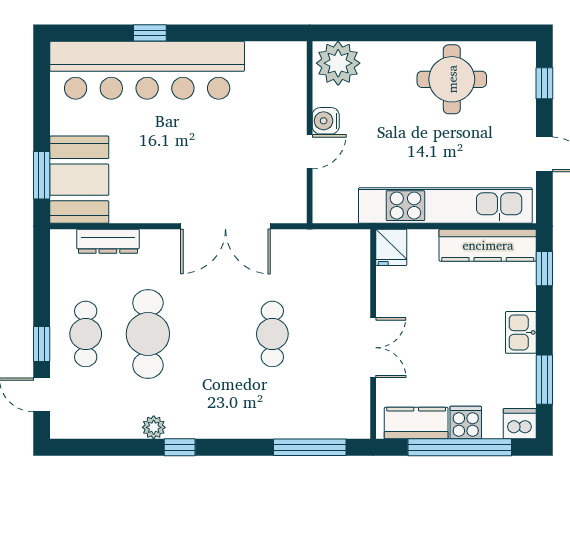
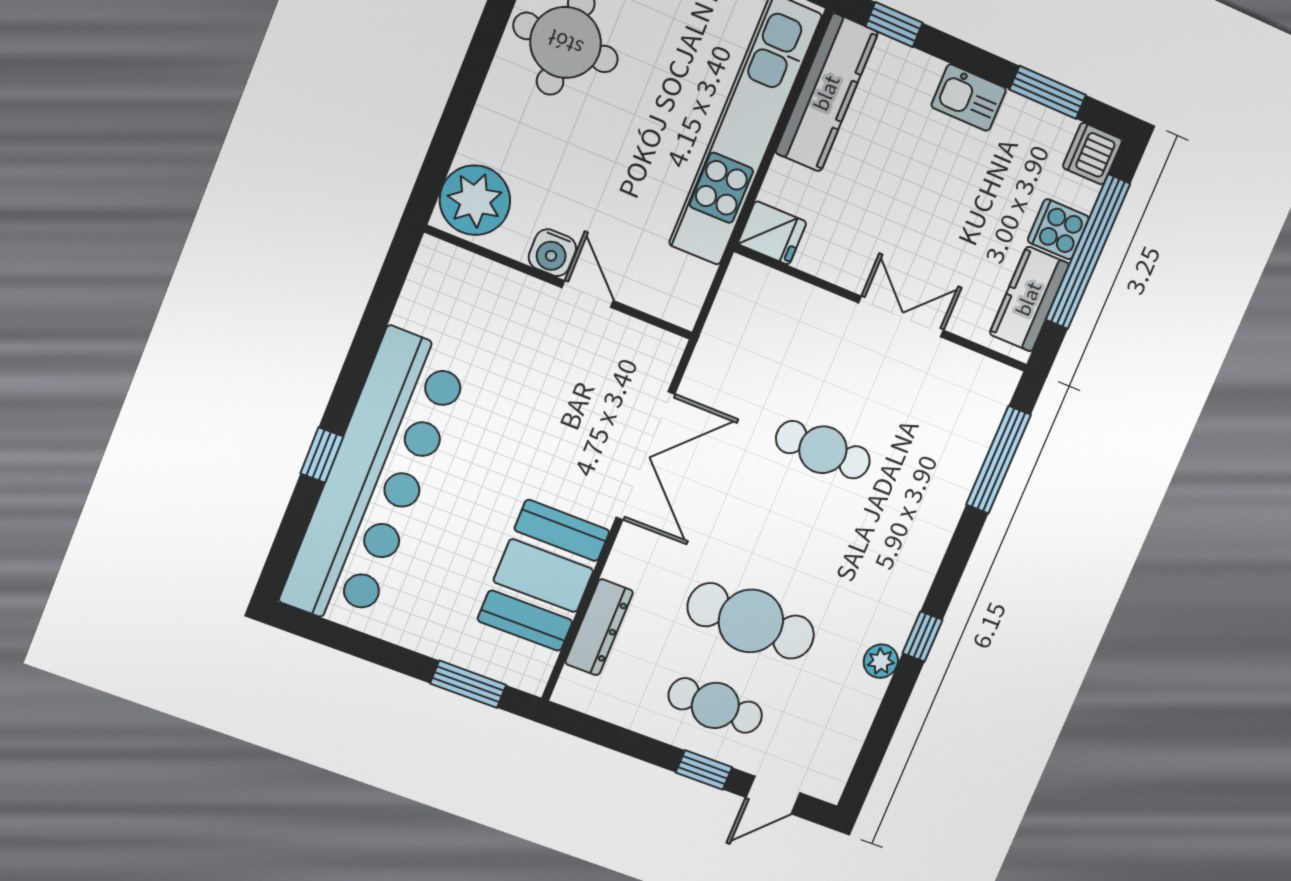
booth: (79, 180) -> (543, 576), moved, turned 90

